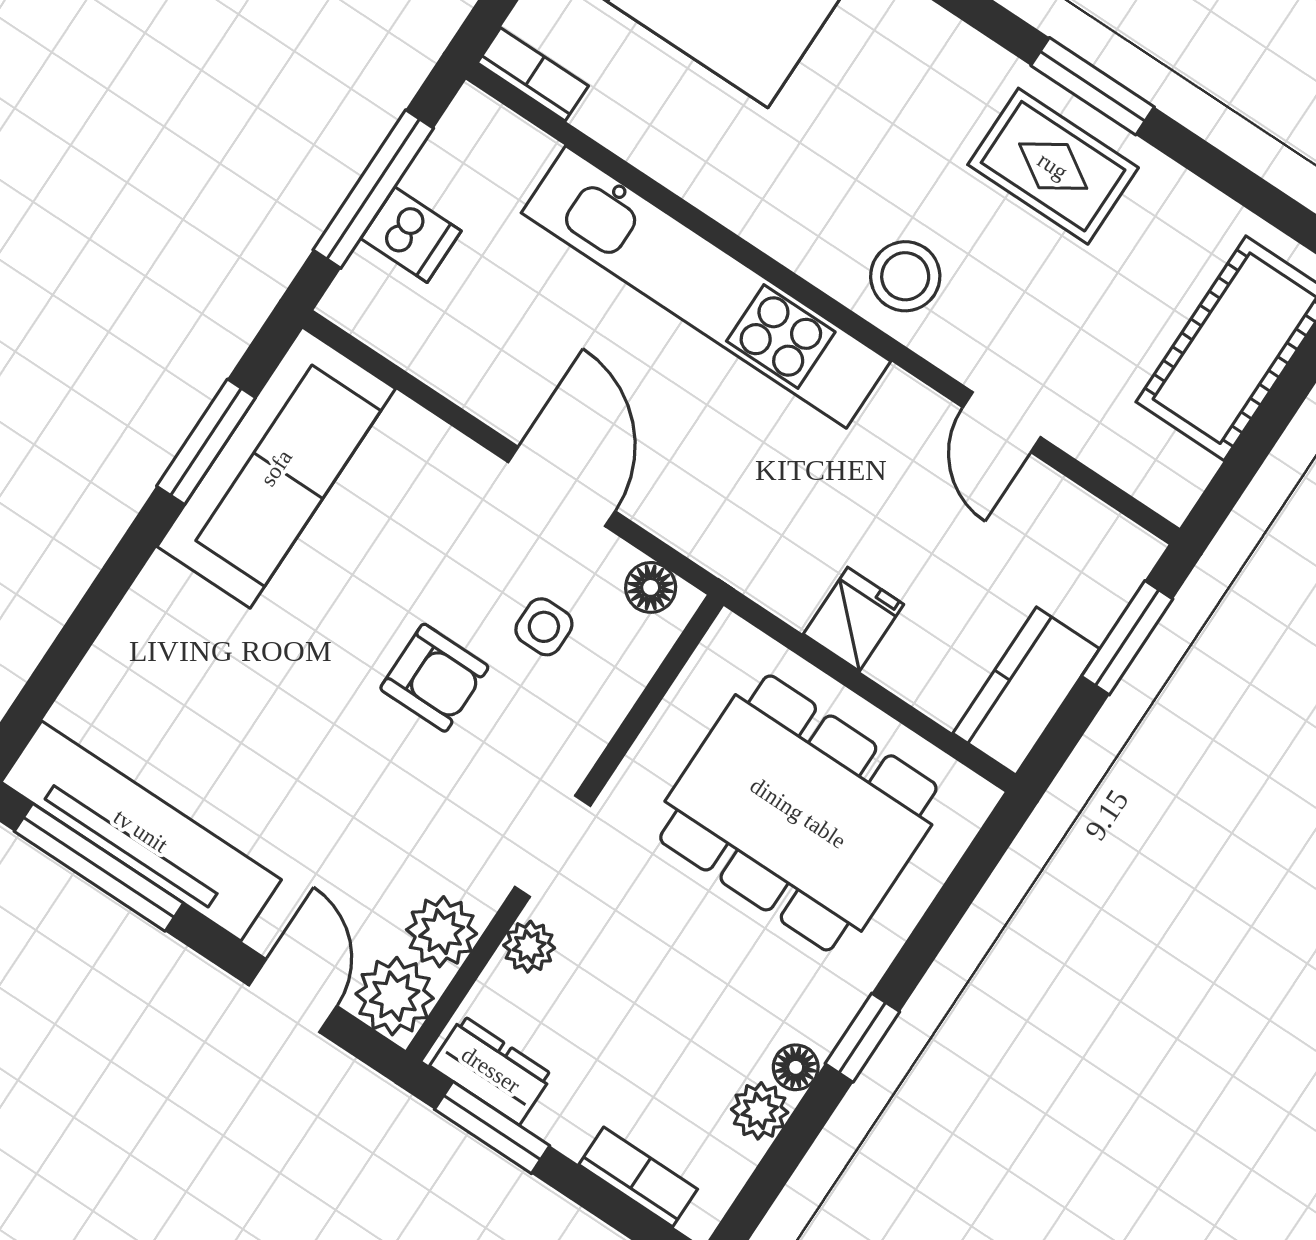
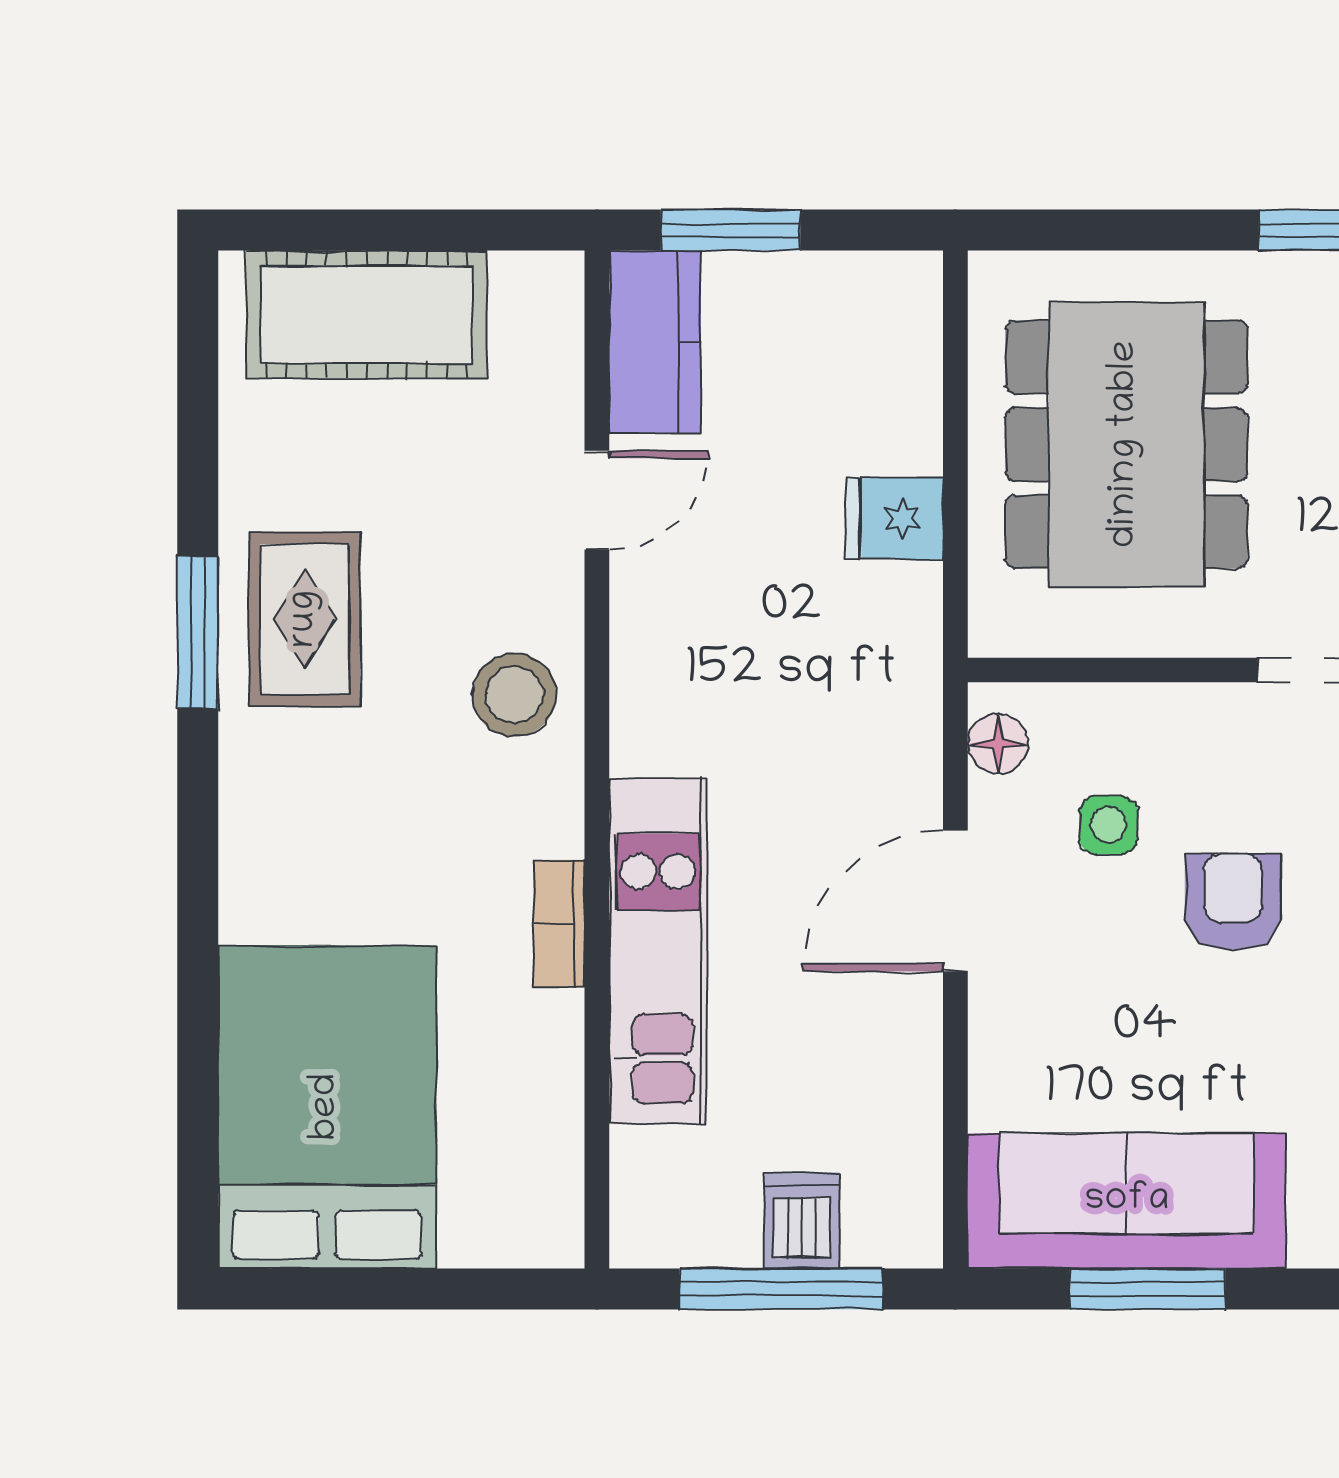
bookcase: (533, 74) -> (559, 924), moved
kitchen unit: (706, 287) -> (658, 951), width x0.73
kitchen counter: (1026, 691) -> (655, 342), moved, turned -90

